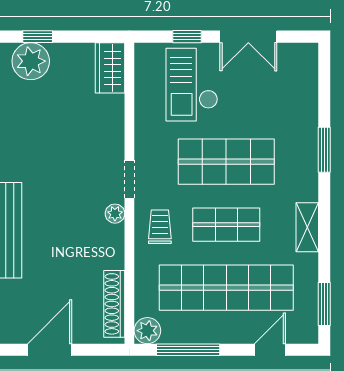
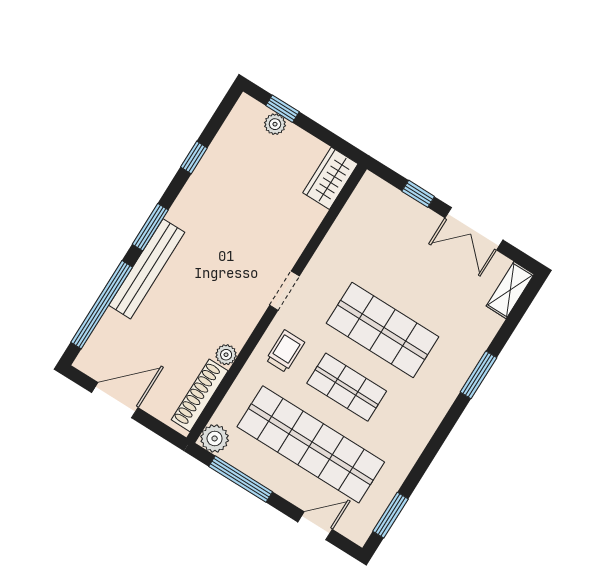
plant: (31, 61) -> (275, 124), width x0.53, depth x0.53
checkout: (192, 85) -> (395, 240), removed
plant: (115, 214) -> (226, 355), moved
shelving: (307, 227) -> (510, 290), moved

